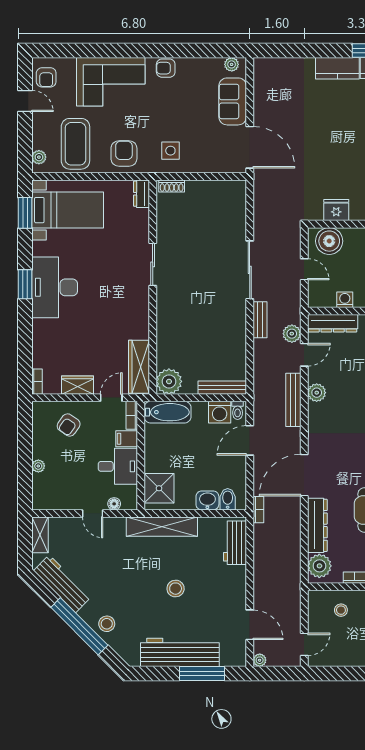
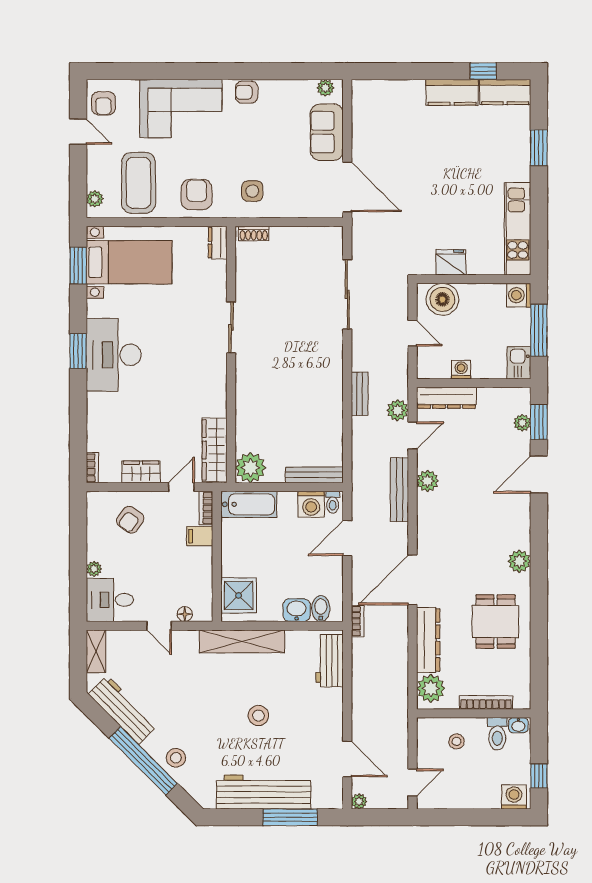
sliding door: (250, 270) -> (347, 294), moved
desk: (118, 466) -> (110, 600), moved, turned 180

